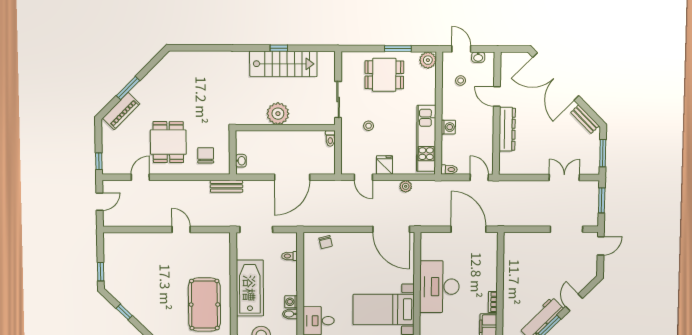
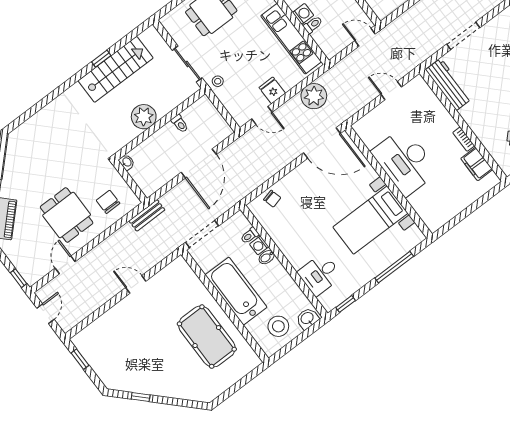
stool: (369, 126) -> (218, 81), moved
toilet: (330, 139) -> (180, 124), moved
washbasin: (241, 161) -> (127, 162), moved
toilet: (449, 170) -> (313, 25), moved
plant: (406, 186) -> (314, 96), width x1.87, depth x1.87
door: (468, 229) -> (391, 91), width x0.53
doorway: (566, 229) -> (463, 36), moved
workbench: (512, 255) -> (448, 84), added
window: (101, 272) -> (80, 359), moved
washing machine: (291, 302) -> (259, 245), moved
bidet: (290, 314) -> (267, 257), moved

